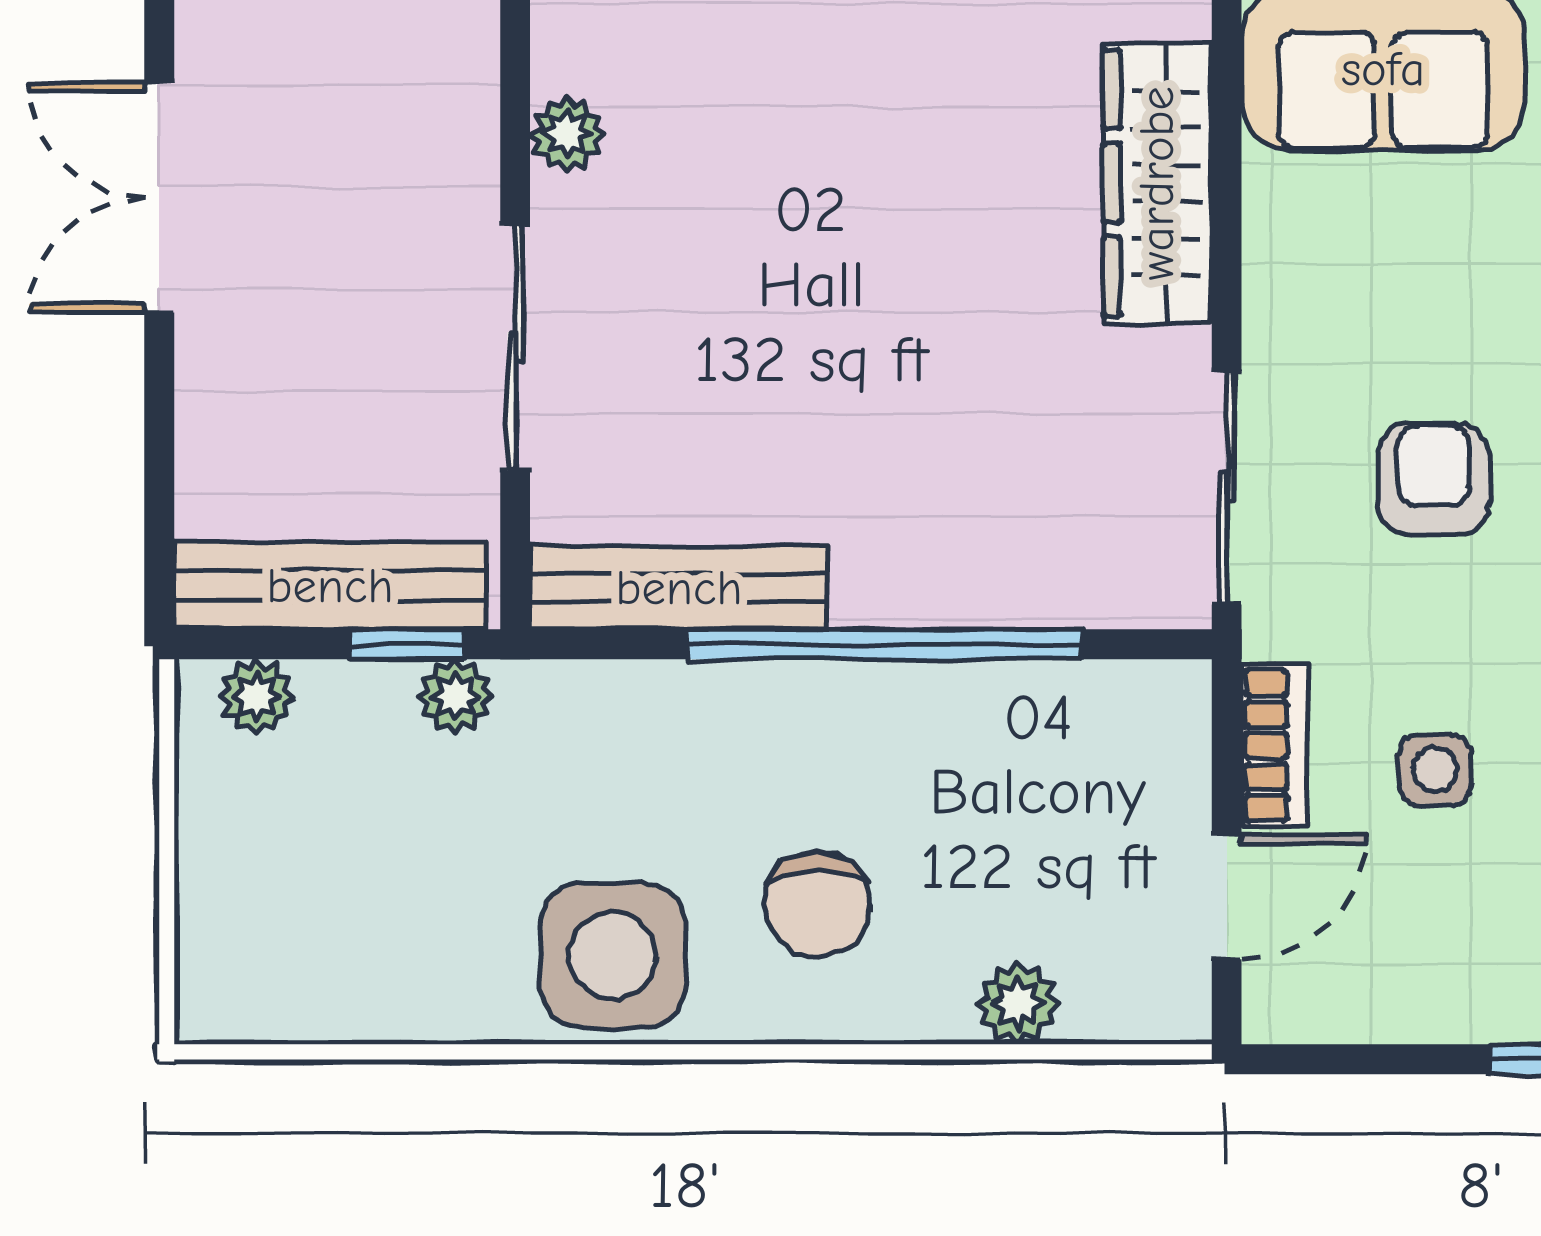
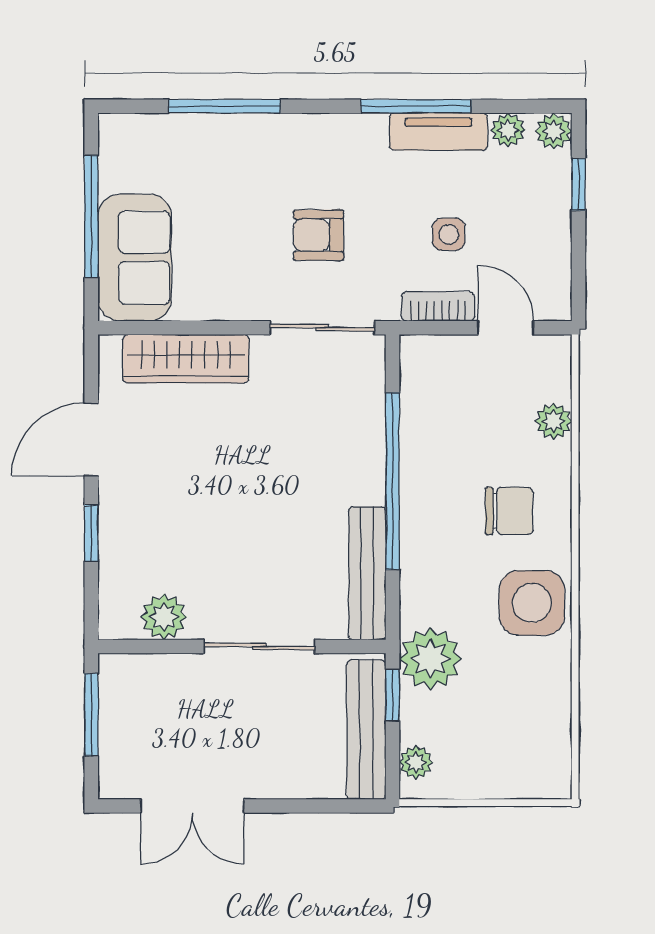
plant: (567, 134) -> (164, 617), width x1.38, depth x1.38
plant: (455, 696) -> (430, 659), width x1.87, depth x1.87

